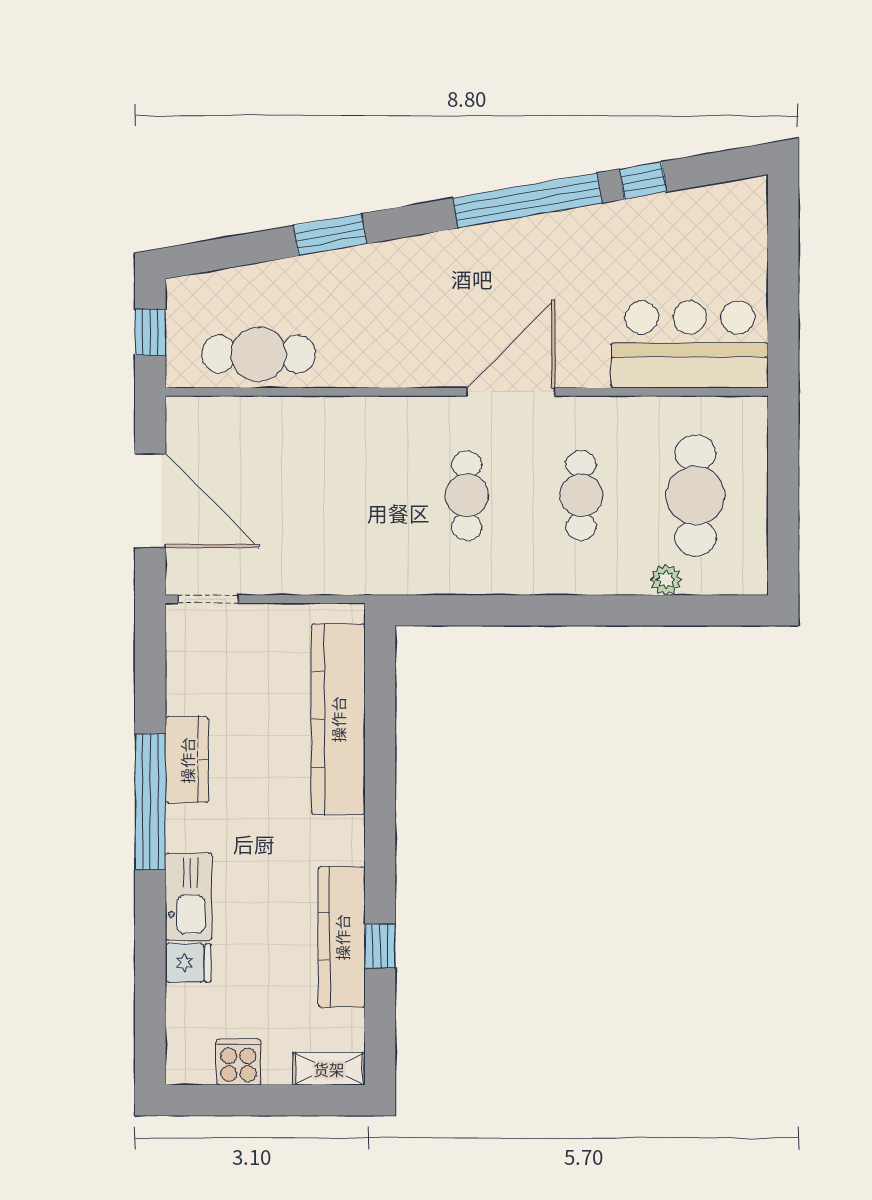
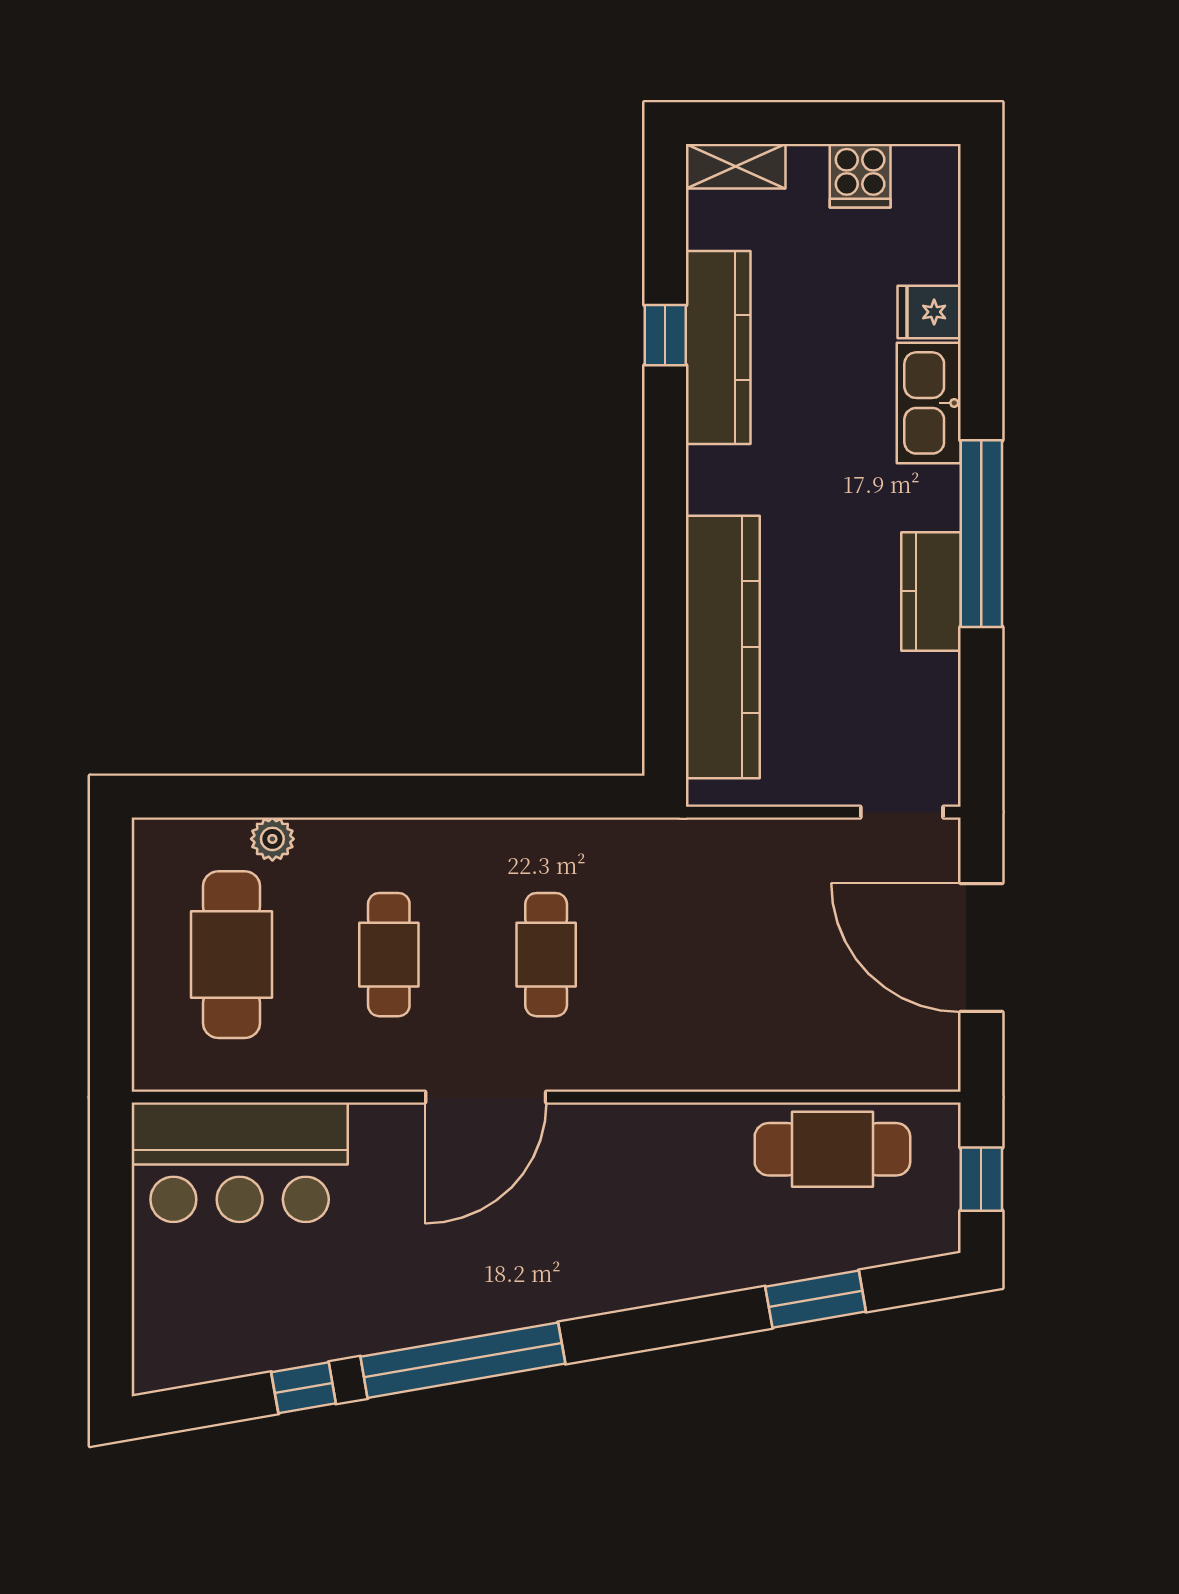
window: (330, 235) -> (816, 1299), moved

